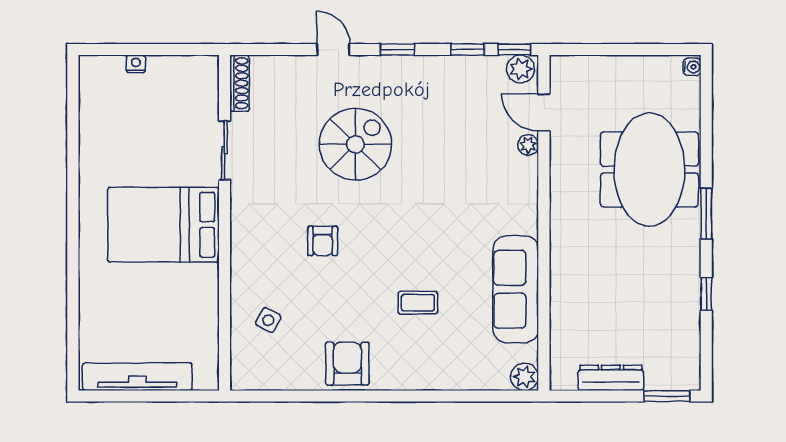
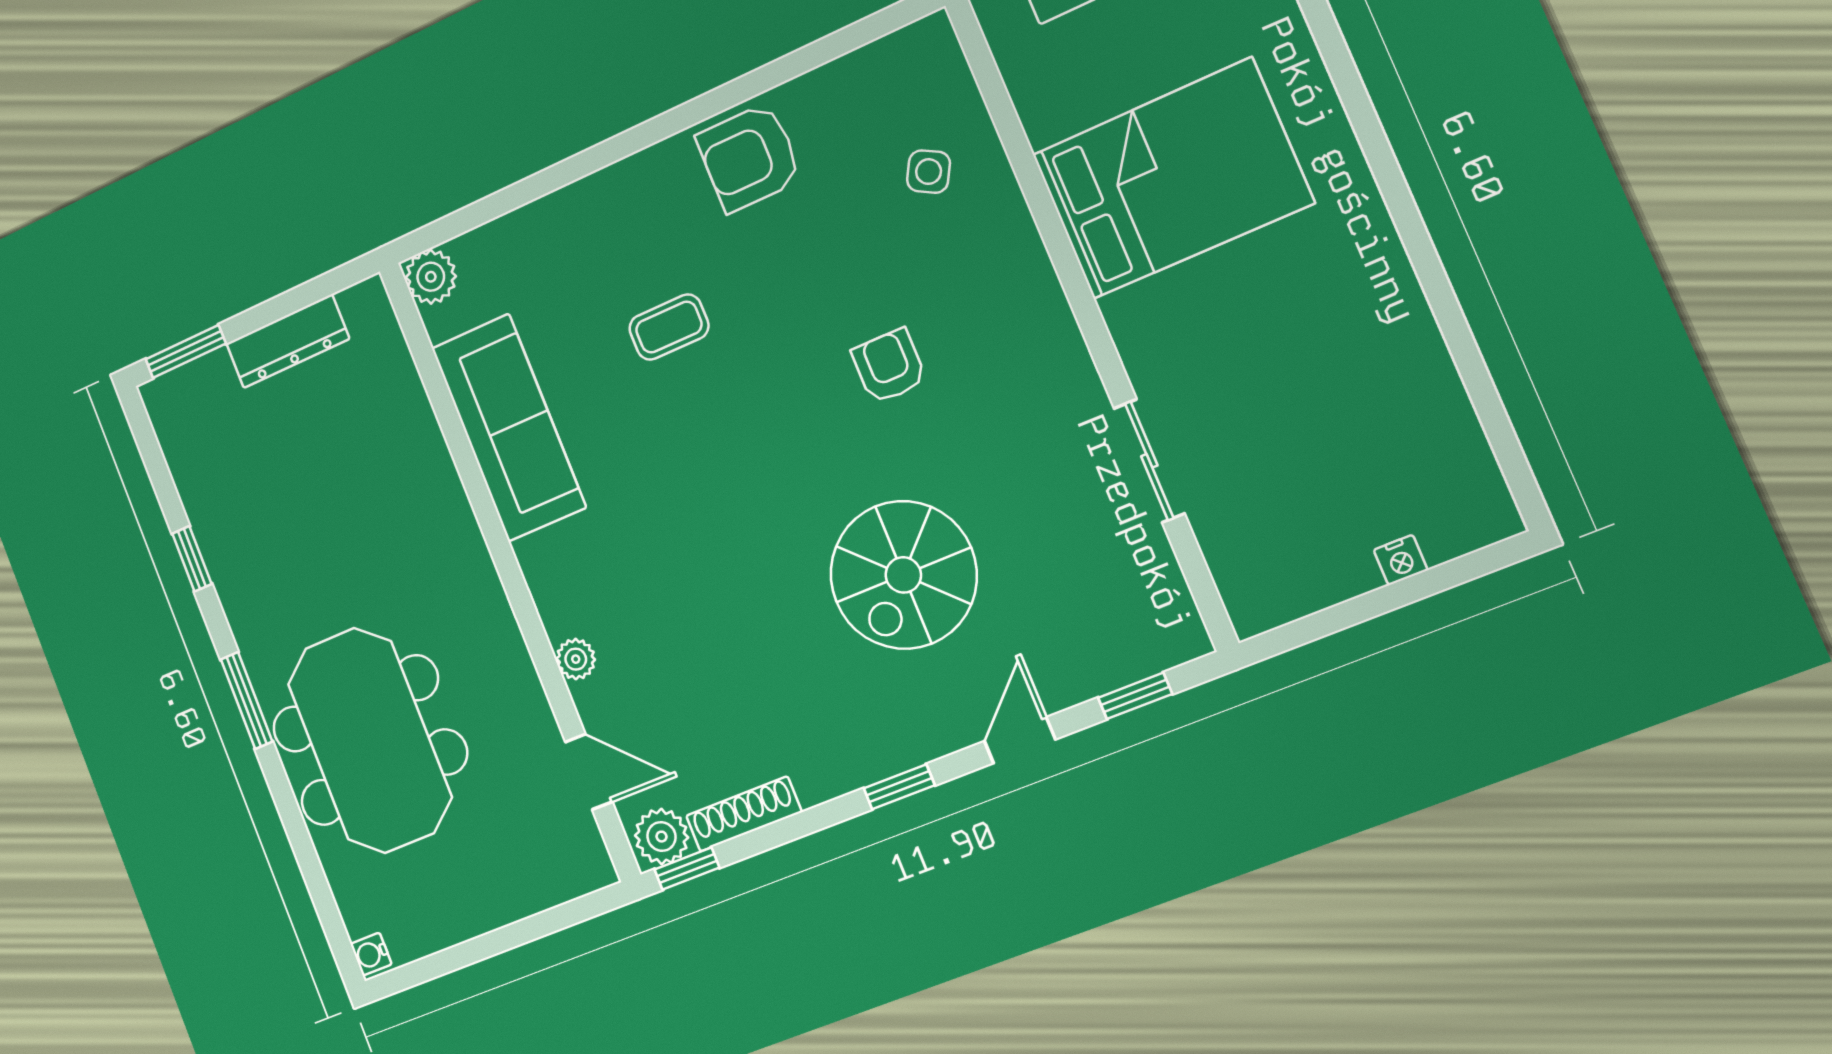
door: (333, 50) -> (1020, 740), swing flipped
window: (468, 50) -> (1135, 696), moved
shoe rack: (239, 83) -> (744, 814), moved, turned 90
plant: (528, 145) -> (576, 659), moved
bed: (163, 225) -> (1172, 179), moved
armchair: (347, 364) -> (749, 157), turned 90

